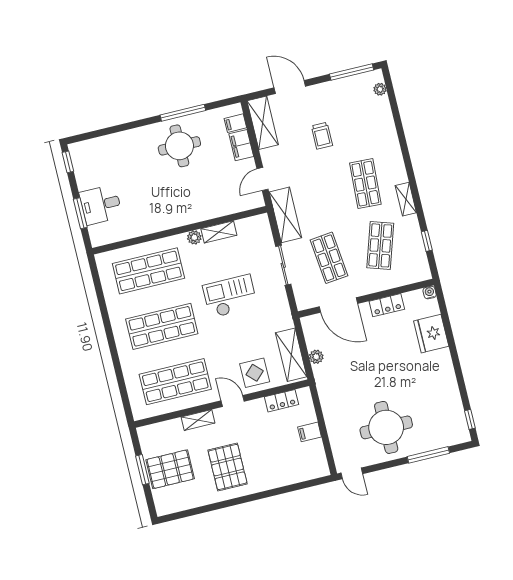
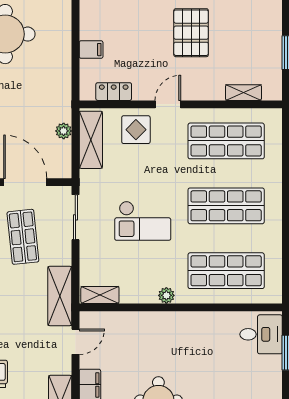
desk: (101, 205) -> (261, 334), moved
shelving: (219, 232) -> (100, 295), moved
sliding door: (283, 265) -> (75, 217), moved
door: (233, 401) -> (168, 104), swing flipped
shelving: (198, 420) -> (243, 93), moved
pallet: (170, 469) -> (255, 46), removed

